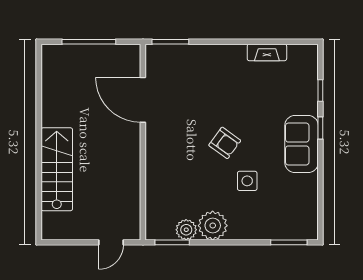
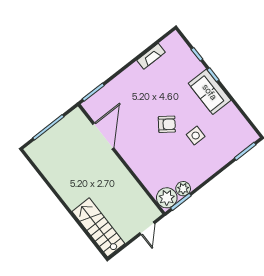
door: (143, 100) -> (103, 136), swing flipped
stairs: (57, 169) -> (98, 227), moved
plant: (213, 226) -> (167, 198), moved

